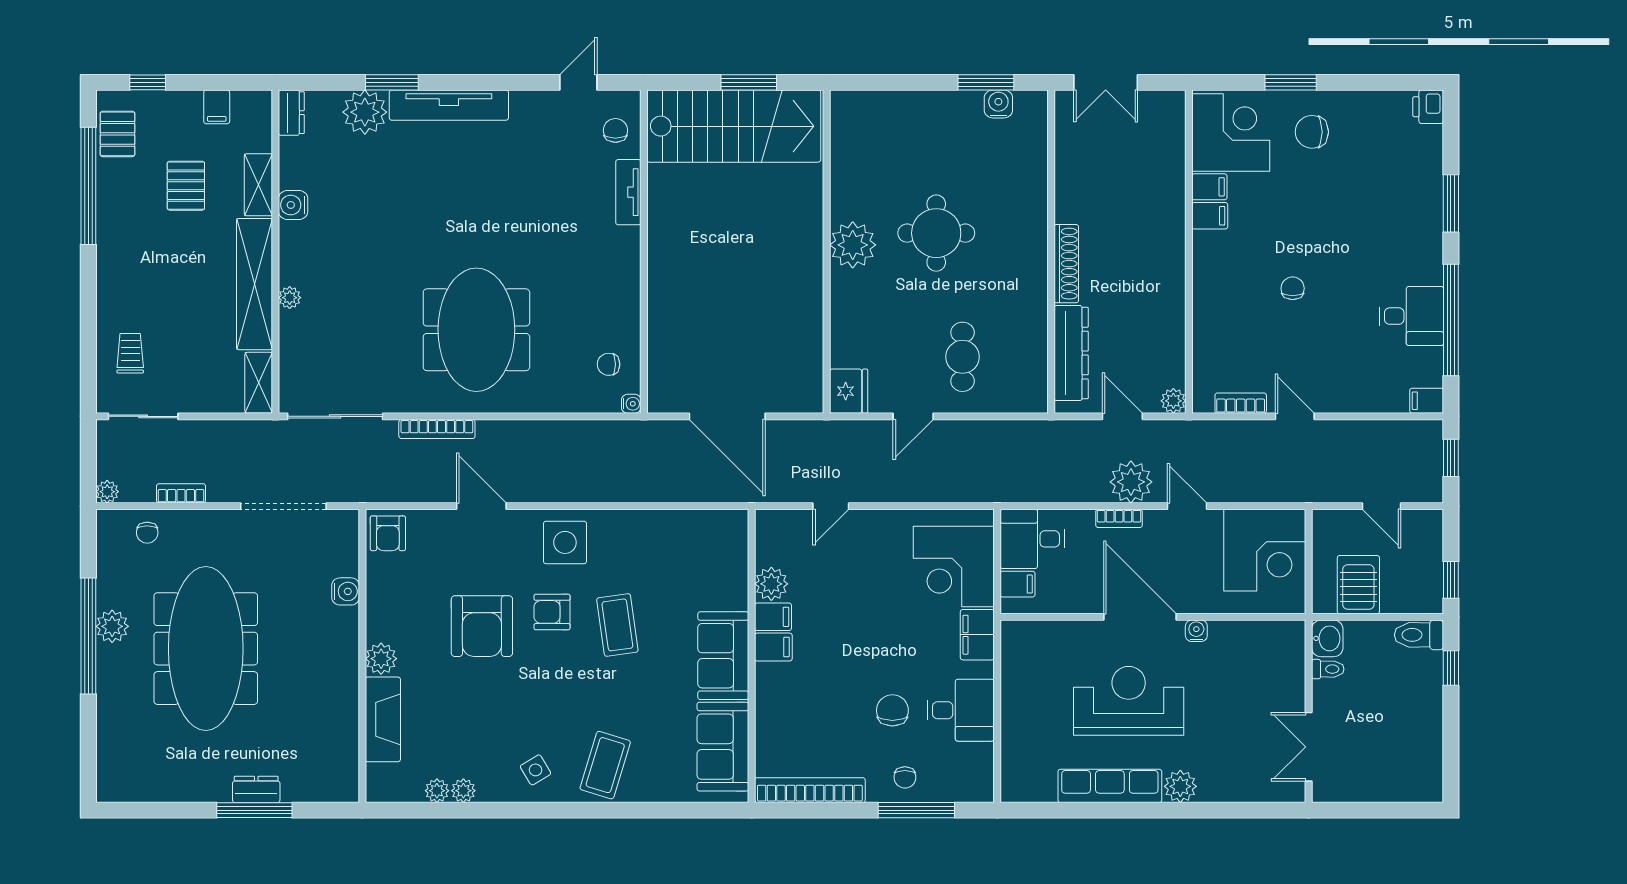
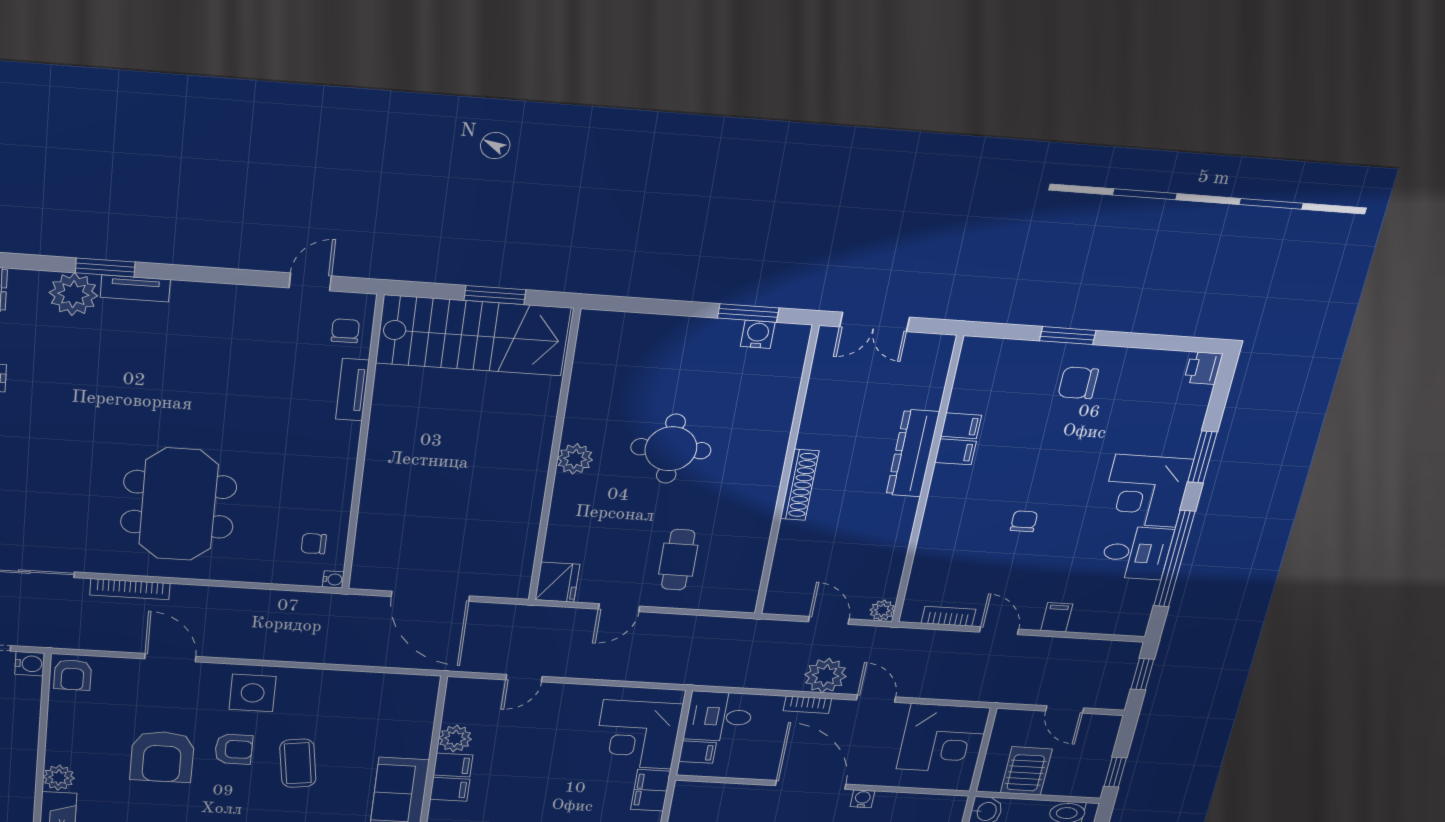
tv unit: (449, 105) -> (135, 288), width x0.52, depth x0.78
corner desk: (1231, 132) -> (1146, 491), moved, turned 180
plant: (853, 245) -> (575, 459), width x0.73, depth x0.73
dresser: (1071, 353) -> (913, 453), moved, turned 180
filing cabinet: (1427, 401) -> (1057, 617), moved, turned 90
water cooler: (346, 591) -> (30, 664), moved
armchair: (552, 612) -> (234, 749), turned 180

